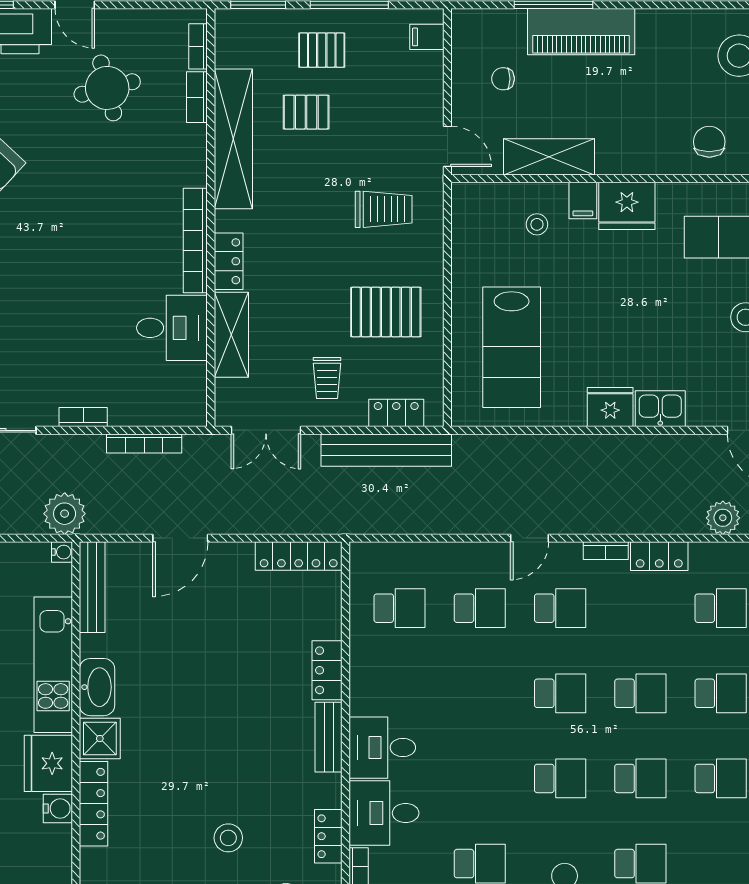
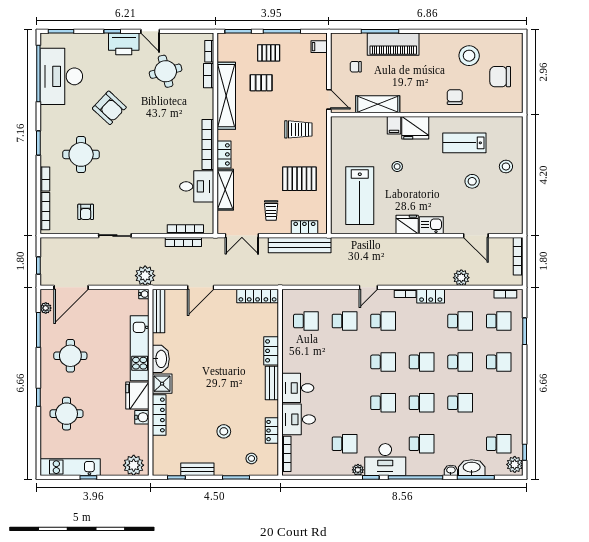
stool: (537, 224) -> (397, 166), moved
bookcase: (83, 417) -> (185, 229), moved, width x1.56

